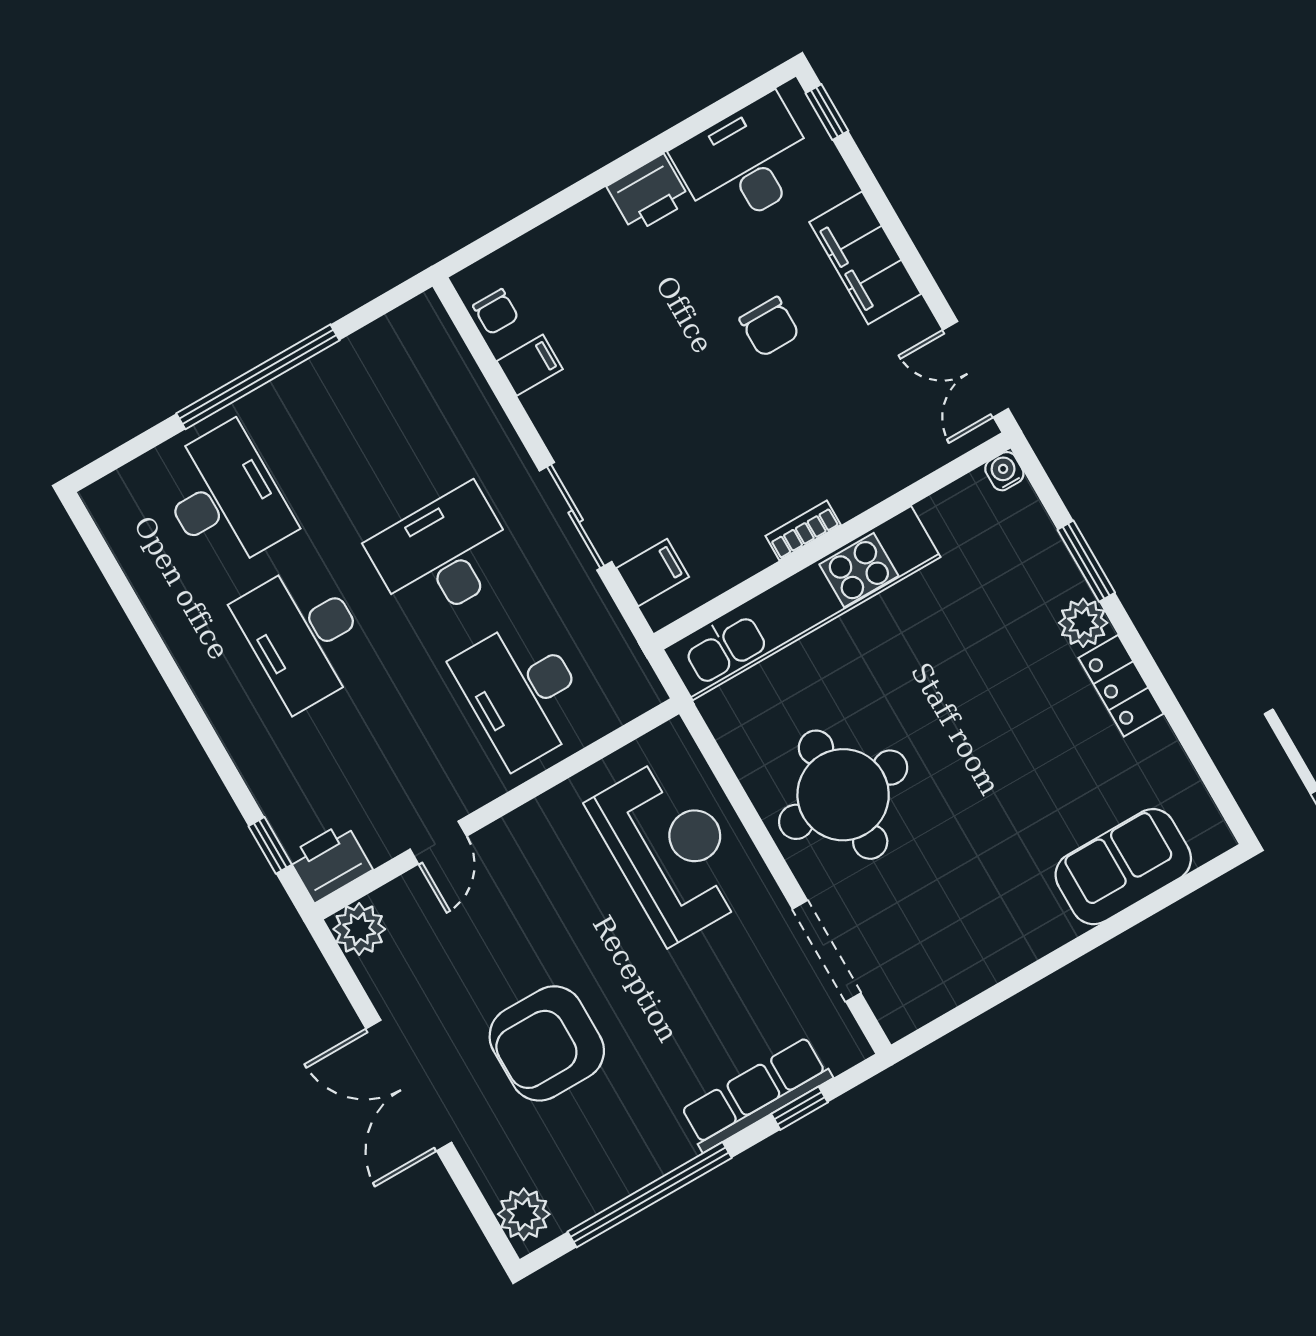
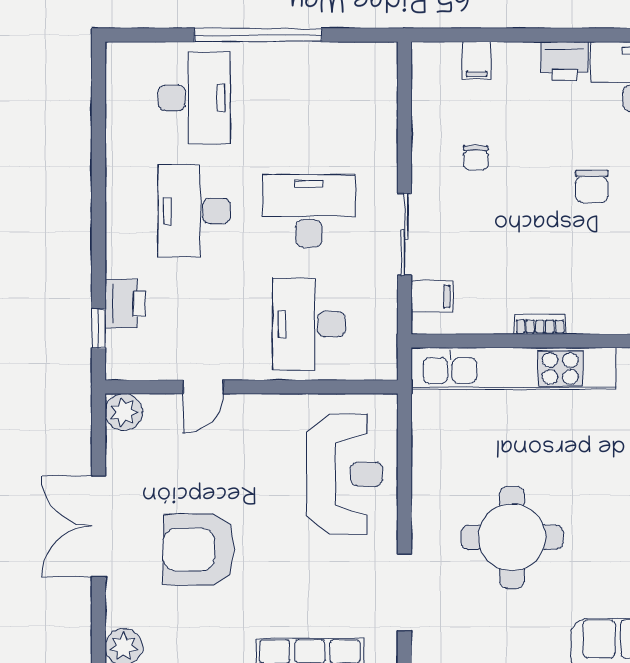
chair: (496, 312) -> (476, 158), moved
filing cabinet: (530, 365) -> (477, 61), moved, turned 90
round table: (843, 795) -> (512, 537), moved
printer: (330, 862) -> (125, 304), moved, turned 90

